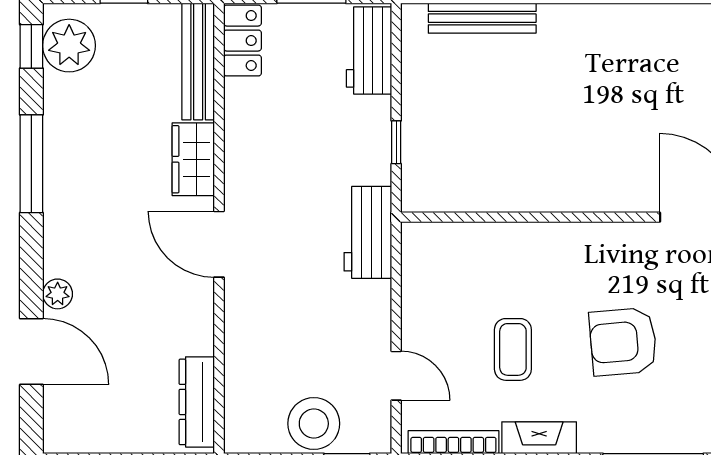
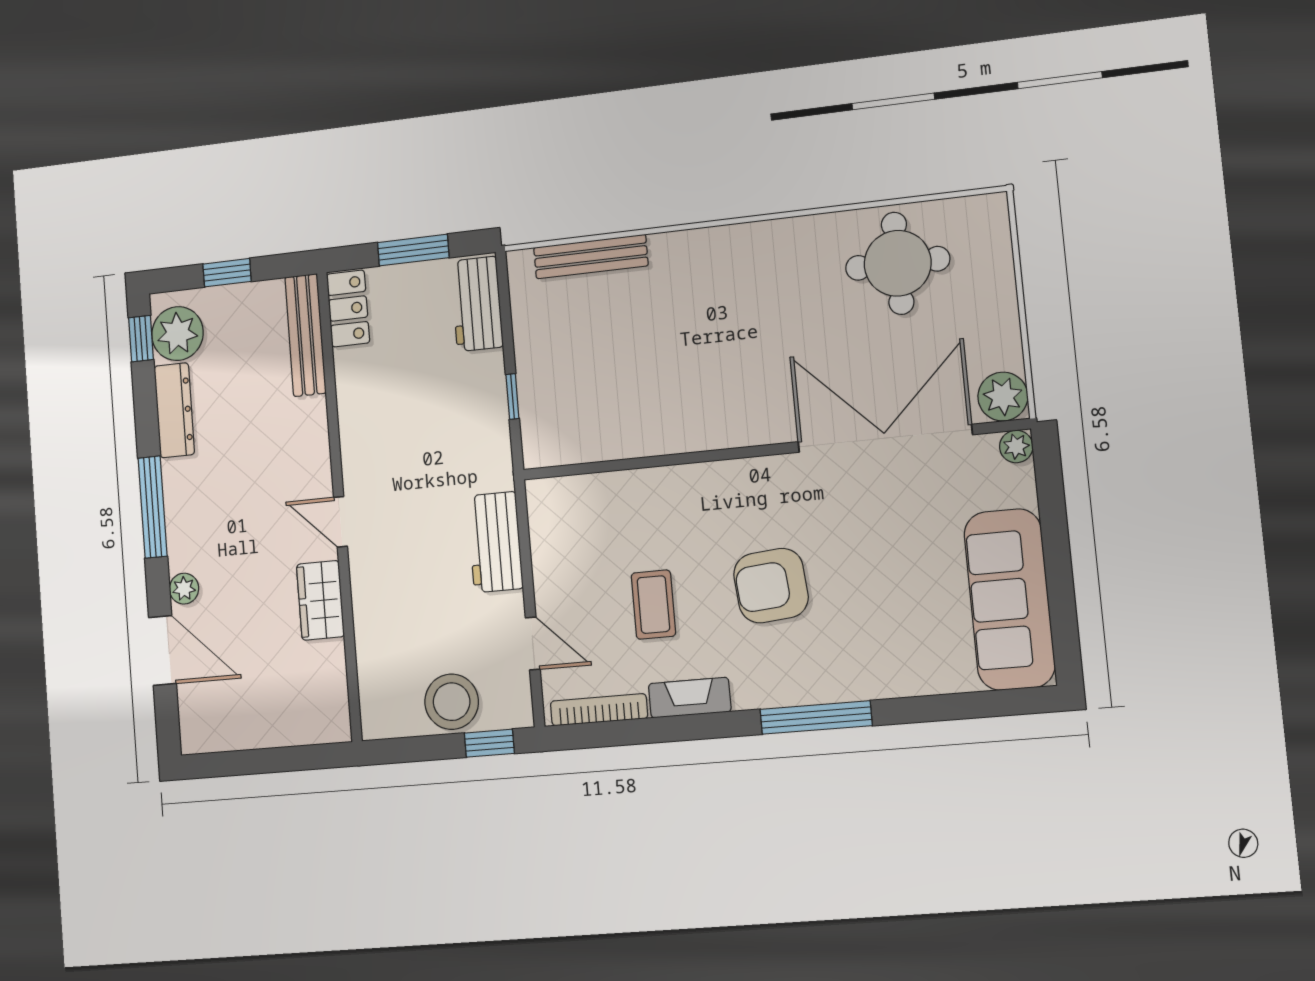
wardrobe: (193, 159) -> (320, 600), moved
window: (31, 164) -> (153, 507), moved
workbench: (368, 232) -> (495, 542), moved
door: (219, 244) -> (341, 522), width x0.73
dresser: (197, 402) -> (174, 410), moved, turned 180

